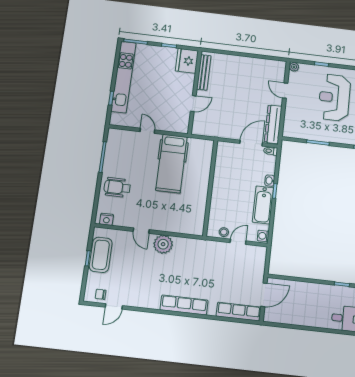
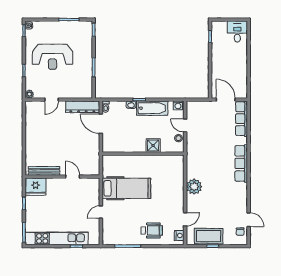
wheelchair: (117, 187) -> (152, 230), turned -90
shower: (219, 201) -> (153, 145), added
door: (141, 231) -> (185, 219), moved

